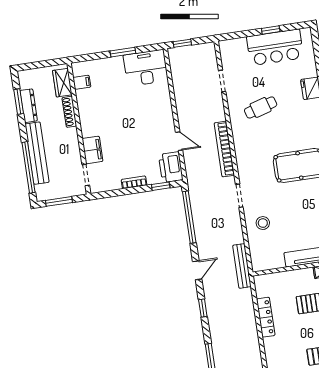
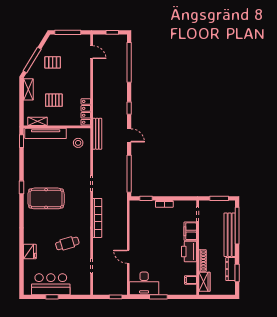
door: (179, 141) -> (128, 257), moved
printer: (171, 167) -> (189, 252), moved, turned 180
stool: (263, 223) -> (78, 143), moved
door: (197, 270) -> (129, 135), swing flipped
locker: (266, 317) -> (86, 112), moved

